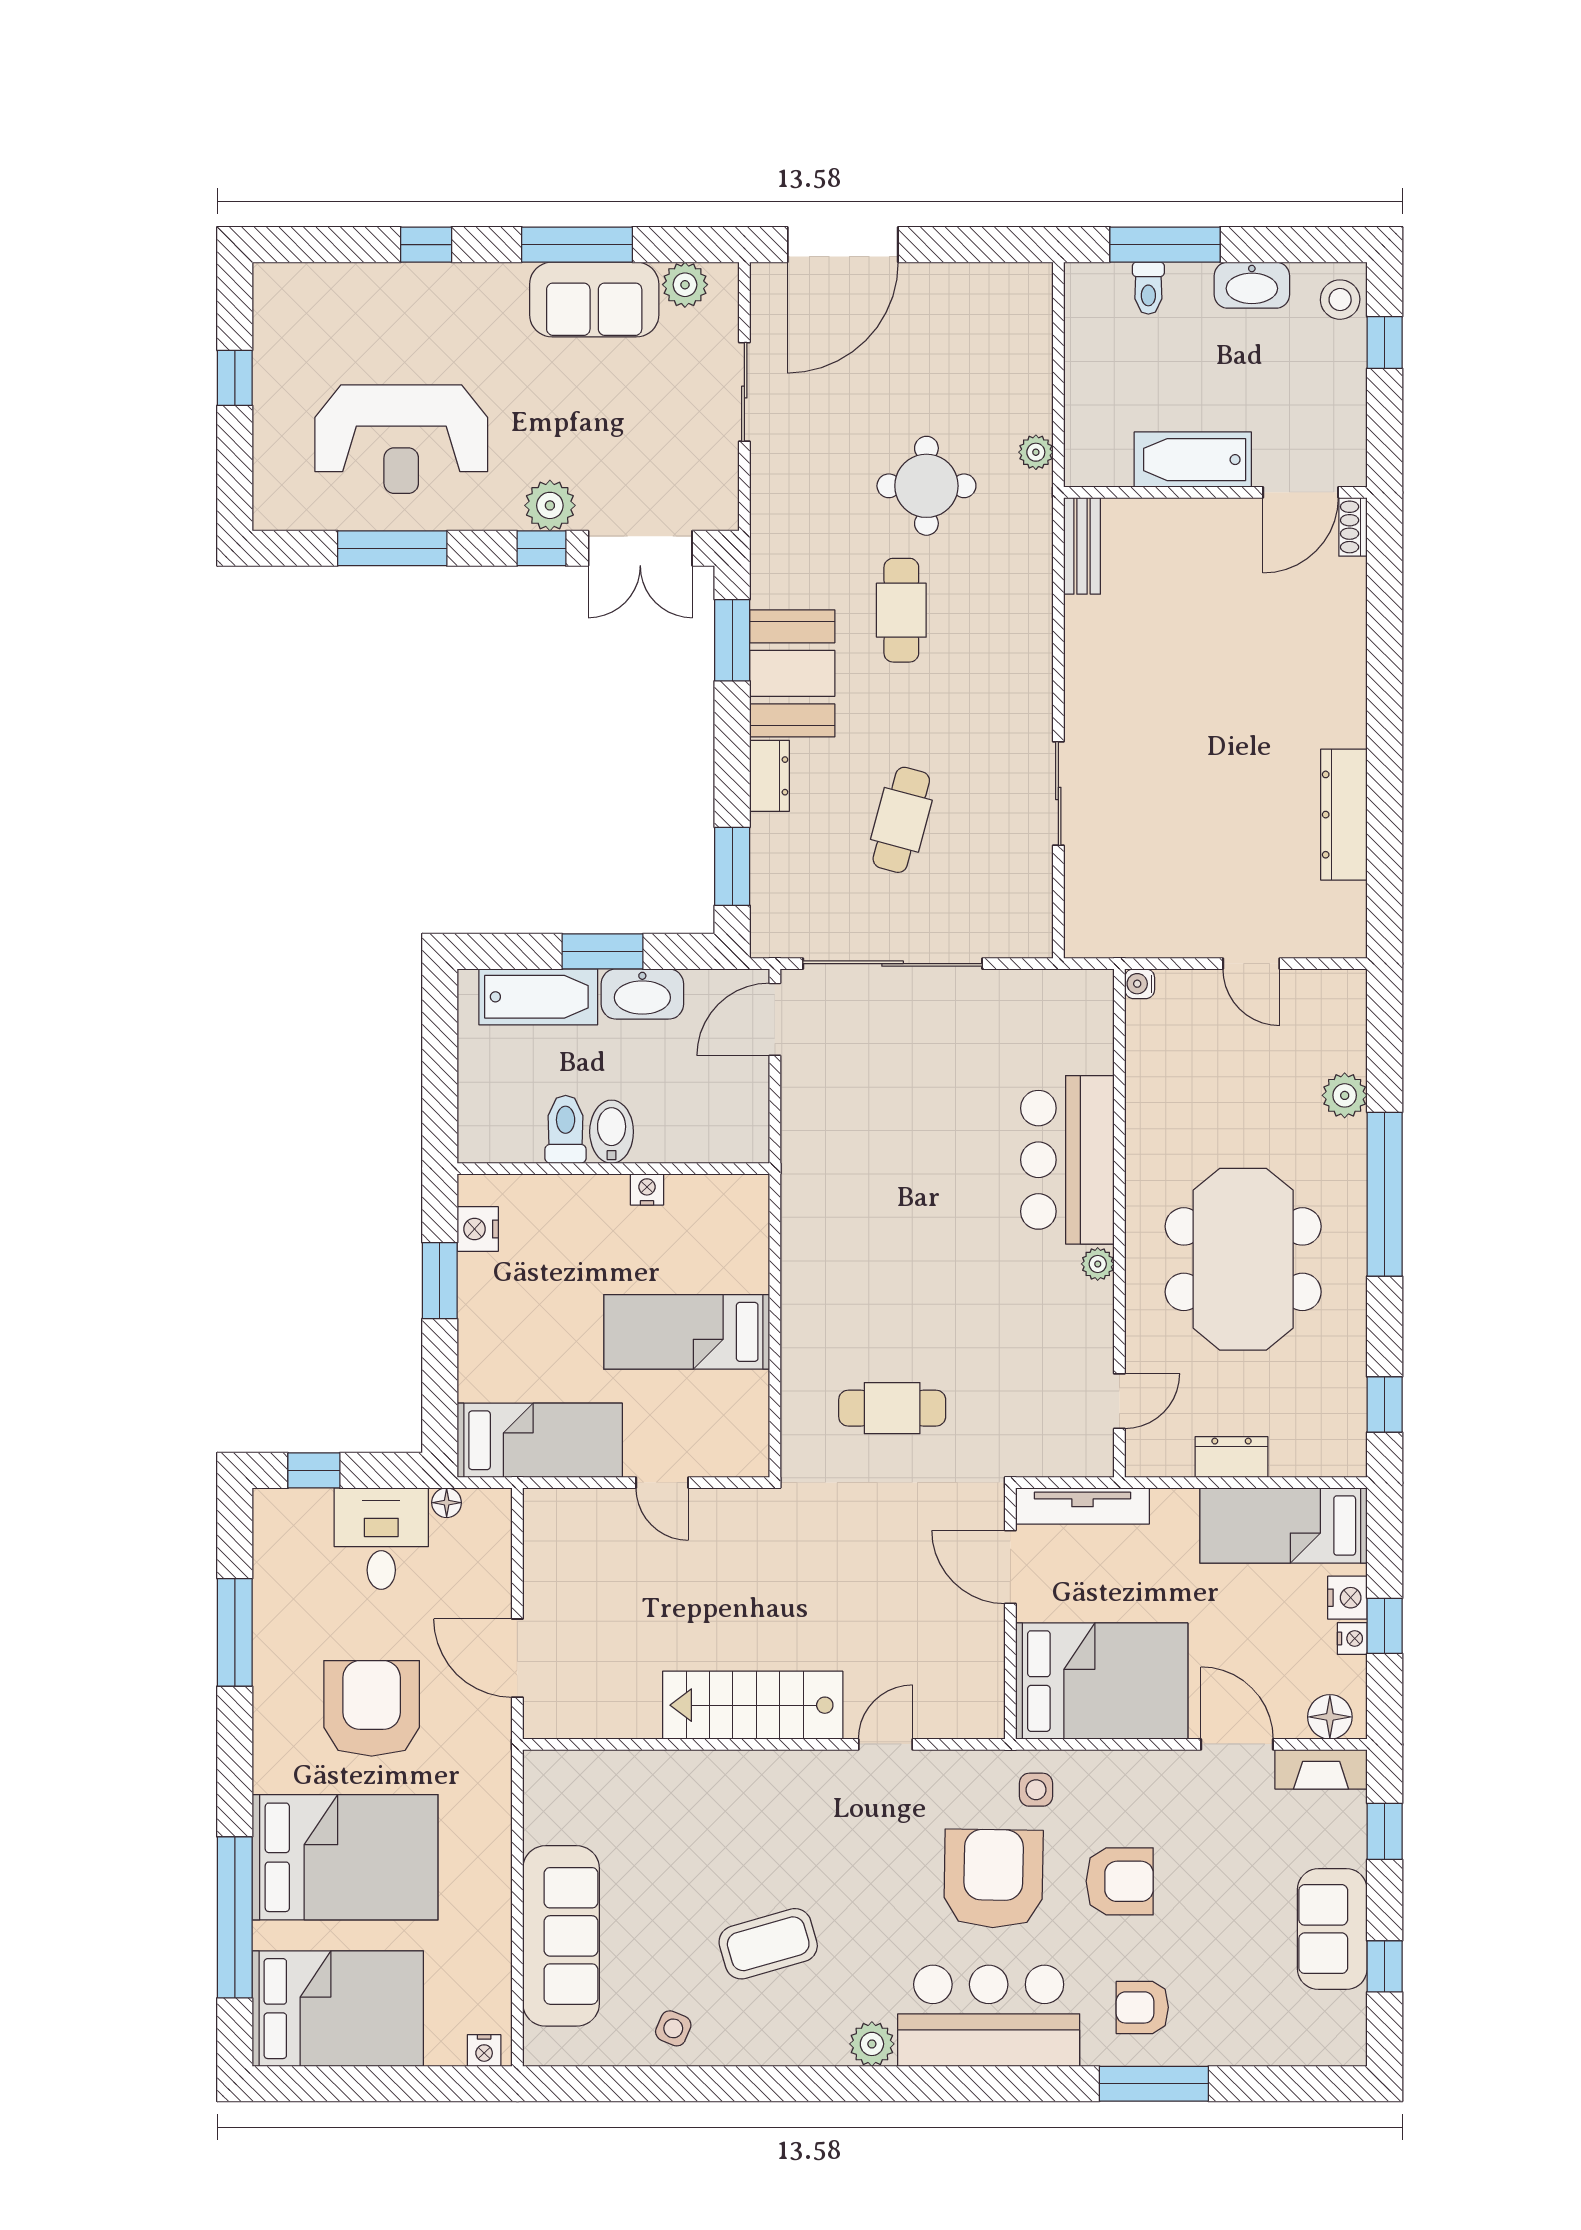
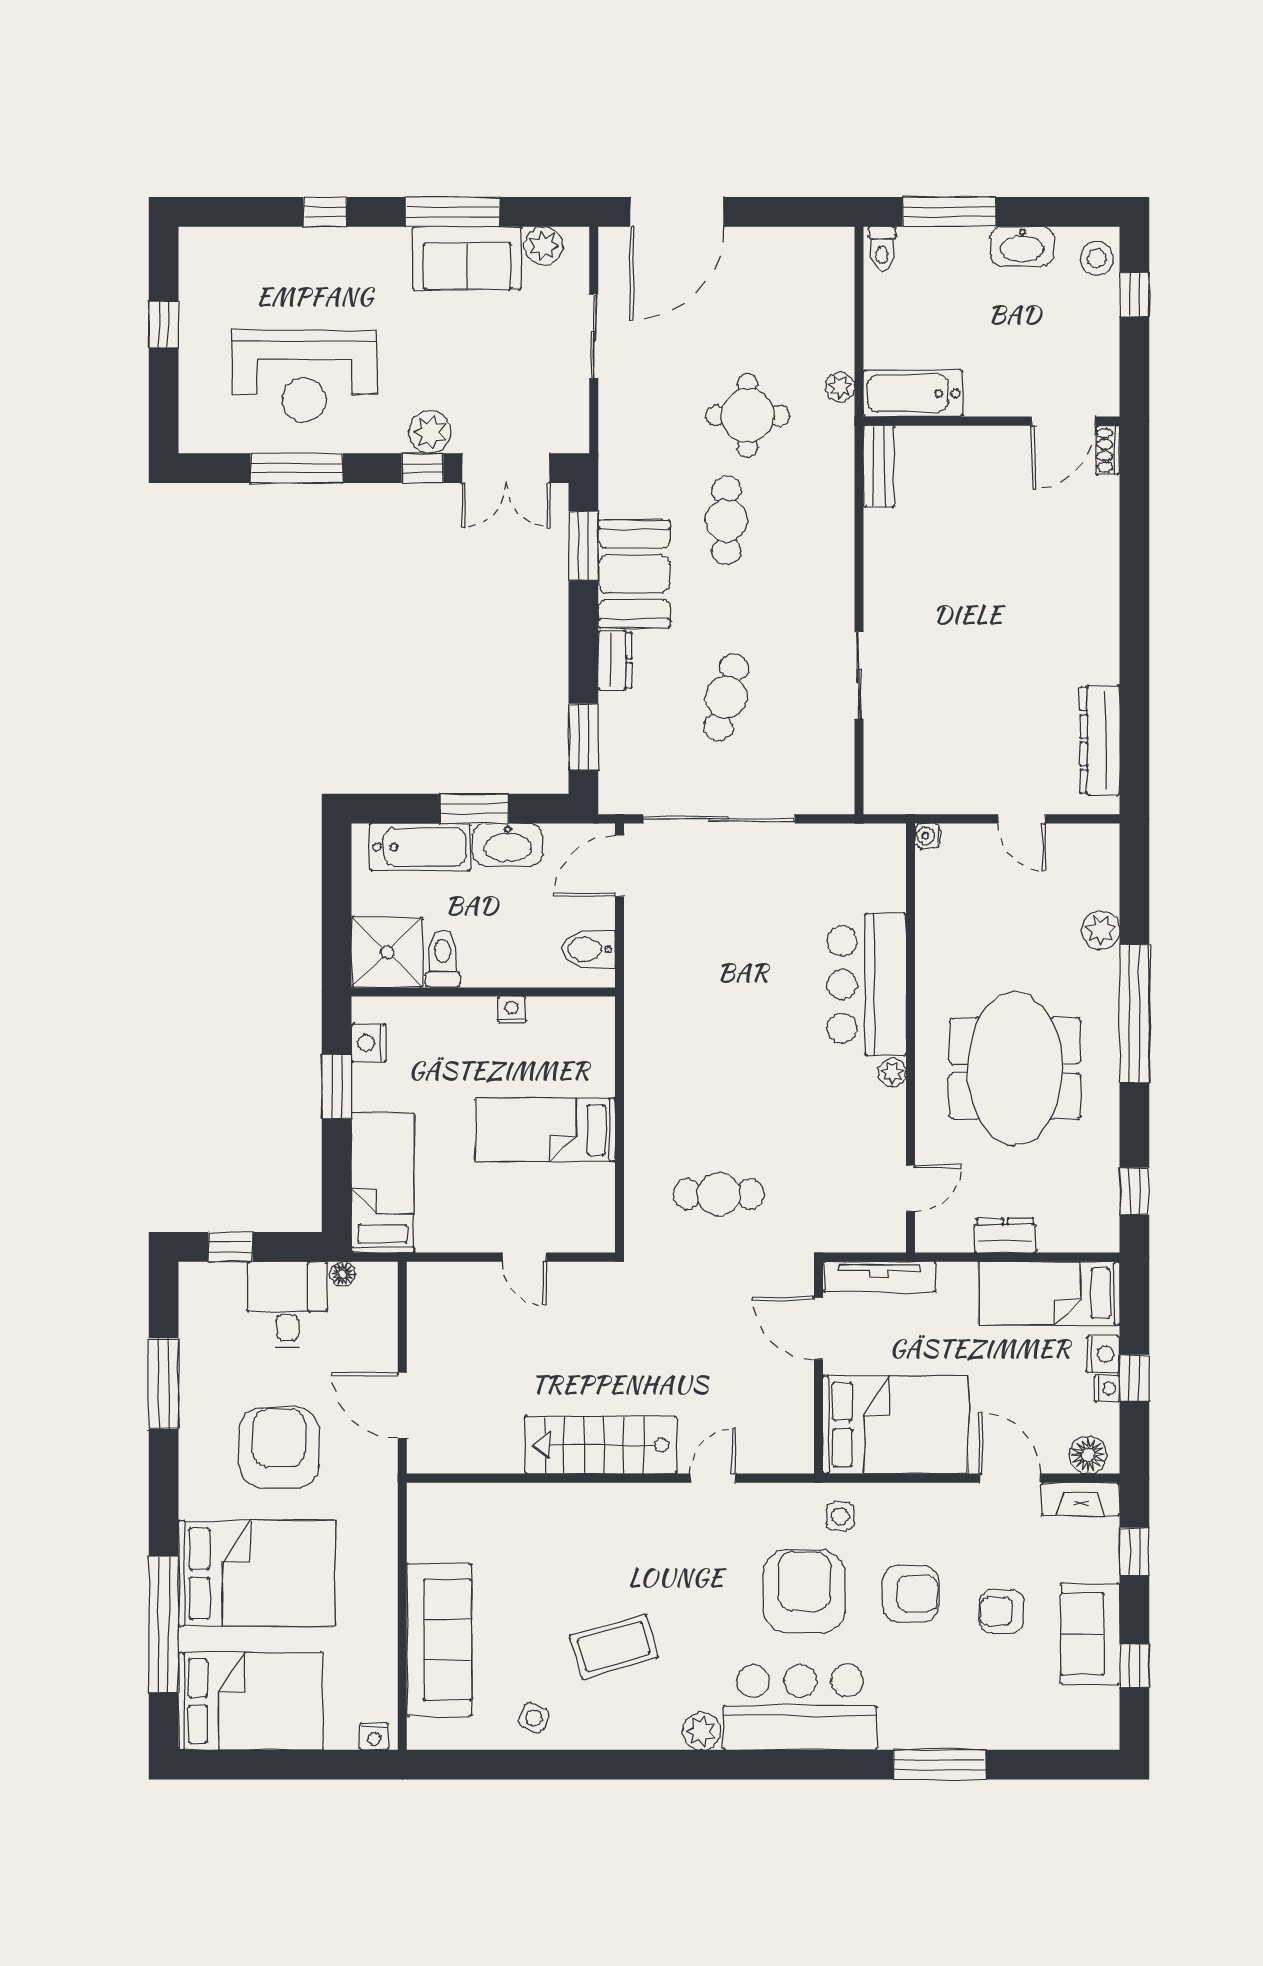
toilet: (1148, 288) -> (882, 249), moved
bathtub: (1193, 460) -> (913, 393), moved
dresser: (1344, 815) -> (1100, 740), moved
shower: (499, 1121) -> (387, 952), added
bidet: (612, 1132) -> (588, 949), moved, turned -90
bed: (540, 1440) -> (383, 1183), moved, turned -90
armchair: (1142, 2007) -> (1002, 1612), moved

